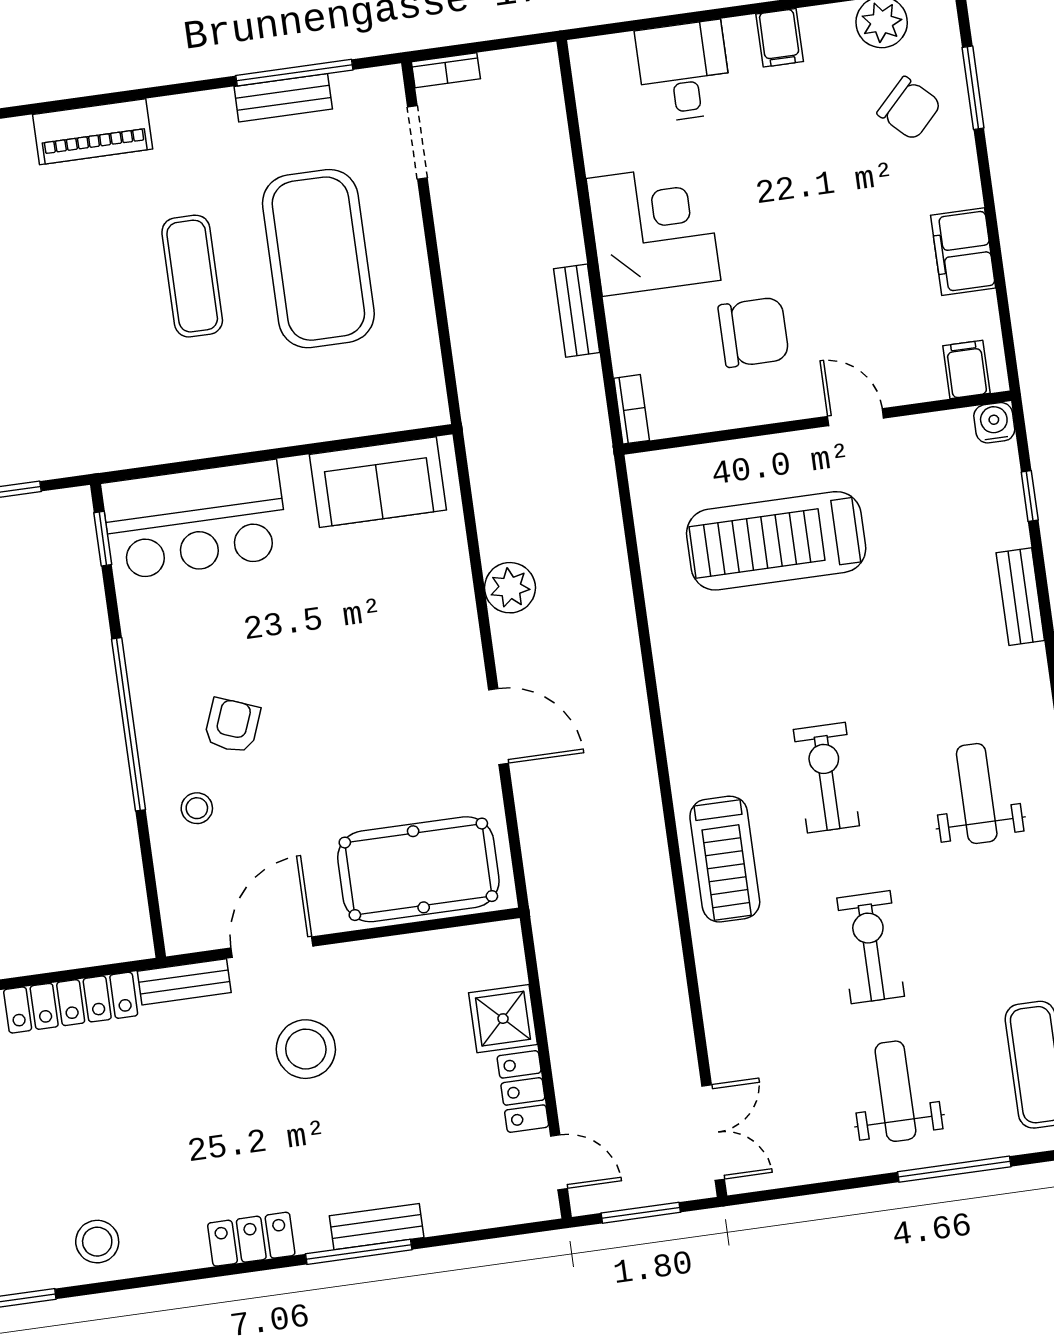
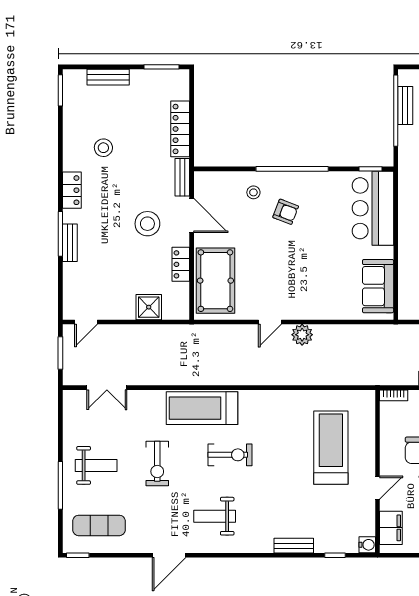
filing cabinet: (966, 369) -> (391, 528), width x2.00
plant: (510, 588) -> (302, 335), moved
door: (498, 726) -> (270, 322), width x0.73
weight bench: (977, 793) -> (215, 516), turned 180
treadmill: (725, 859) -> (202, 408), width x1.37, depth x1.38
exercise bike: (871, 947) -> (157, 463), turned 90
locker: (523, 1091) -> (181, 264), moved, turned -90
double door: (713, 1133) -> (107, 388), moved
stool: (97, 1242) -> (103, 148), moved

